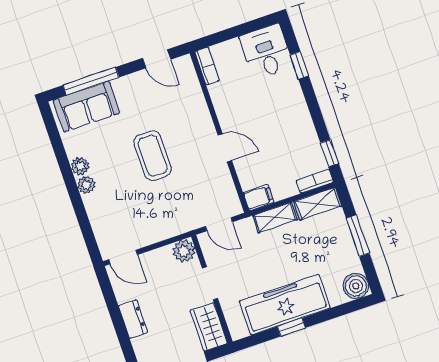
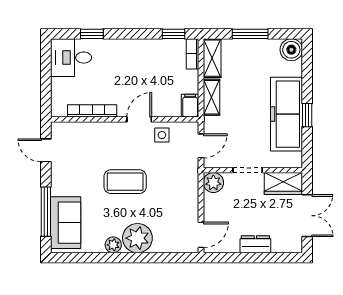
door: (157, 59) -> (46, 150), swing flipped
bookcase: (207, 66) -> (92, 111), moved, width x1.56
side table: (216, 178) -> (162, 135), added
plant: (86, 185) -> (137, 238), width x1.88, depth x1.88

